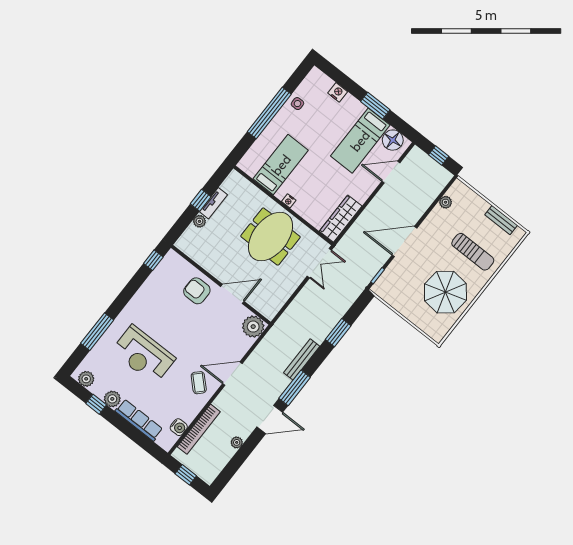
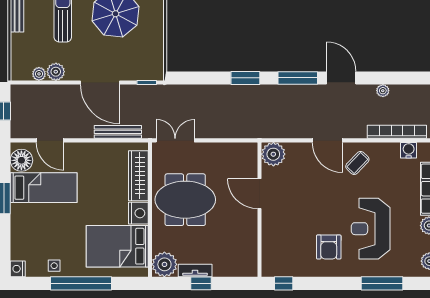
nightstand: (338, 92) -> (18, 269), moved
bed: (281, 165) -> (117, 246), width x1.50
nightstand: (289, 201) -> (138, 213), width x1.89, depth x1.79
plant: (438, 216) -> (56, 72), added
wardrobe: (341, 219) -> (138, 176), moved, turned 90
plant: (199, 221) -> (164, 264), moved, width x1.87, depth x1.87
armchair: (197, 291) -> (329, 247), moved
window: (338, 333) -> (245, 78), moved
reception desk: (143, 355) -> (371, 229), turned 180
bench: (302, 359) -> (118, 132), moved

